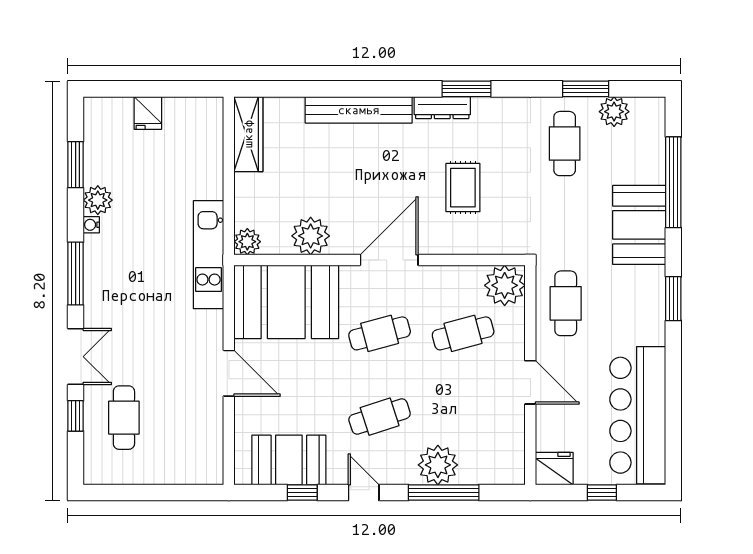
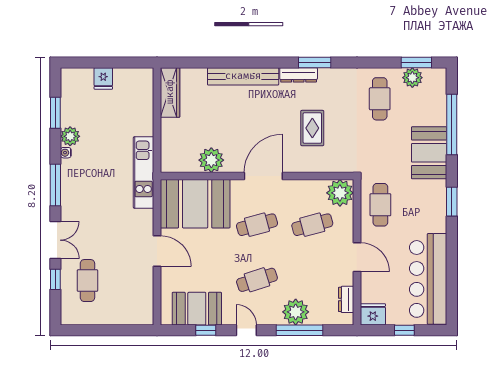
window: (586, 89) -> (416, 63), moved
plant: (247, 242) -> (169, 164), removed
dresser: (514, 446) -> (346, 299), added

